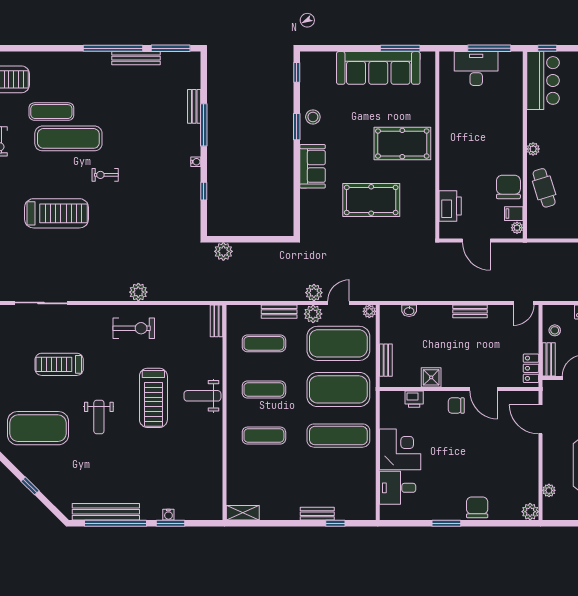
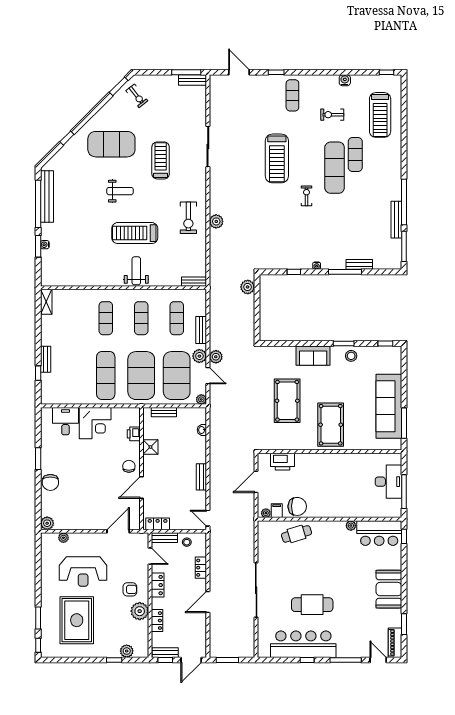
plant: (533, 149) -> (351, 526), moved
weight bench: (99, 417) -> (120, 191), turned 180
exercise mat: (38, 428) -> (111, 144), turned 90
chair: (477, 507) -> (50, 482), turned 90

